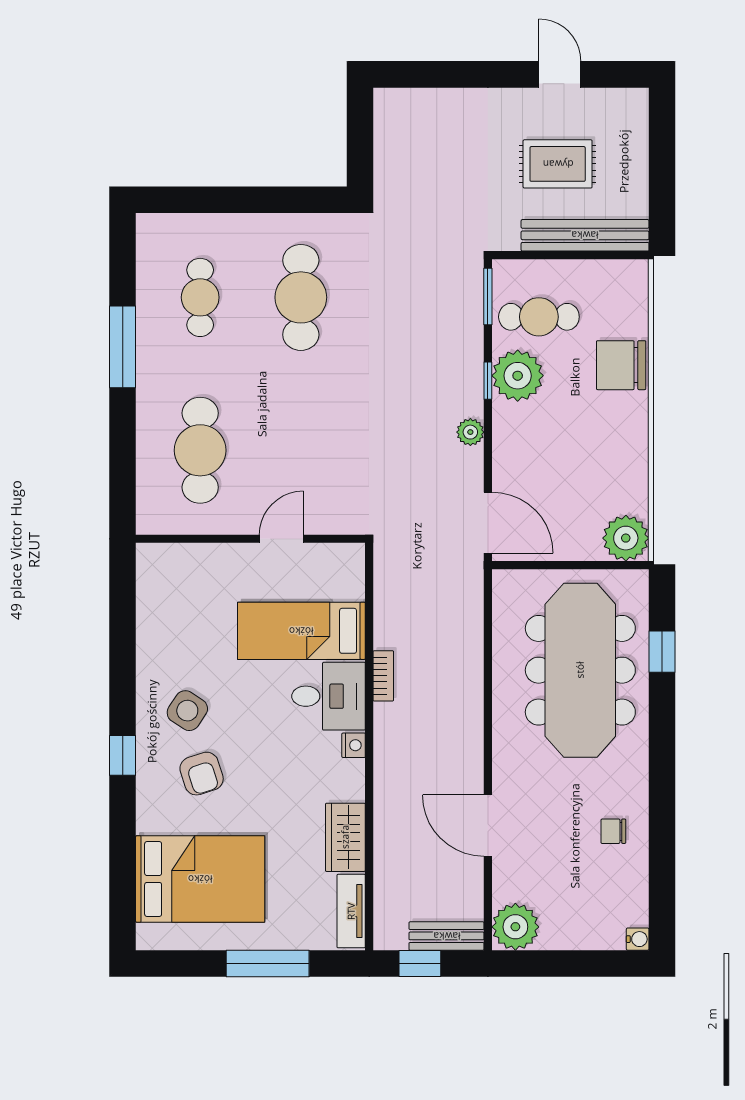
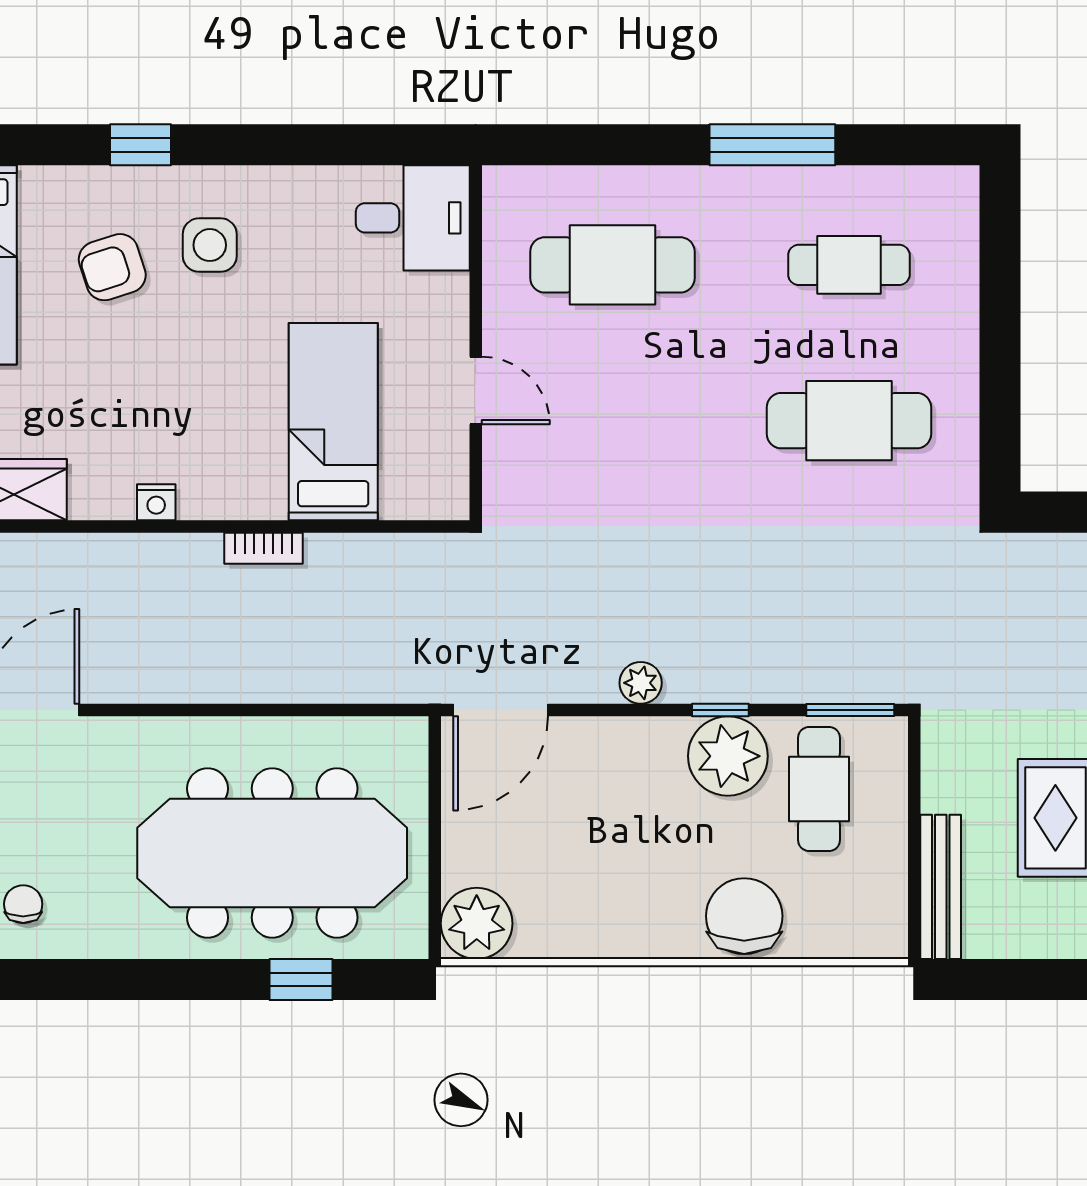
bench: (585, 235) -> (941, 887), width x0.73, depth x0.82
desk: (329, 696) -> (413, 218), moved, turned -90
side table: (187, 711) -> (210, 245), turned -33

